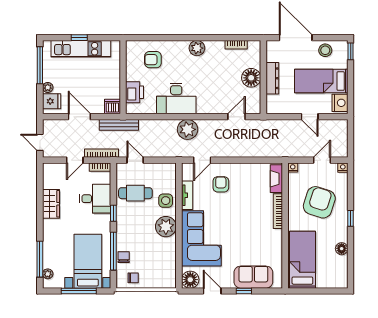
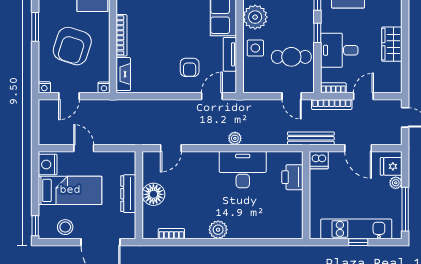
armchair: (153, 60) -> (270, 216), removed
plant: (188, 129) -> (235, 138), width x0.53, depth x0.53
window: (351, 218) -> (35, 27), width x1.50

